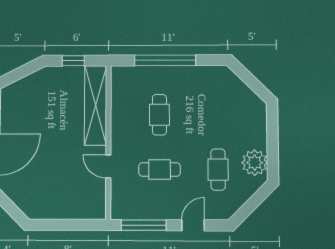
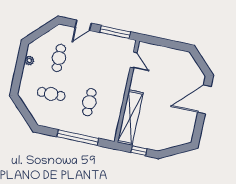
plant: (255, 163) -> (29, 61), width x0.53, depth x0.53
door: (108, 166) -> (134, 60), moved
cafe table: (160, 169) -> (51, 94), moved

